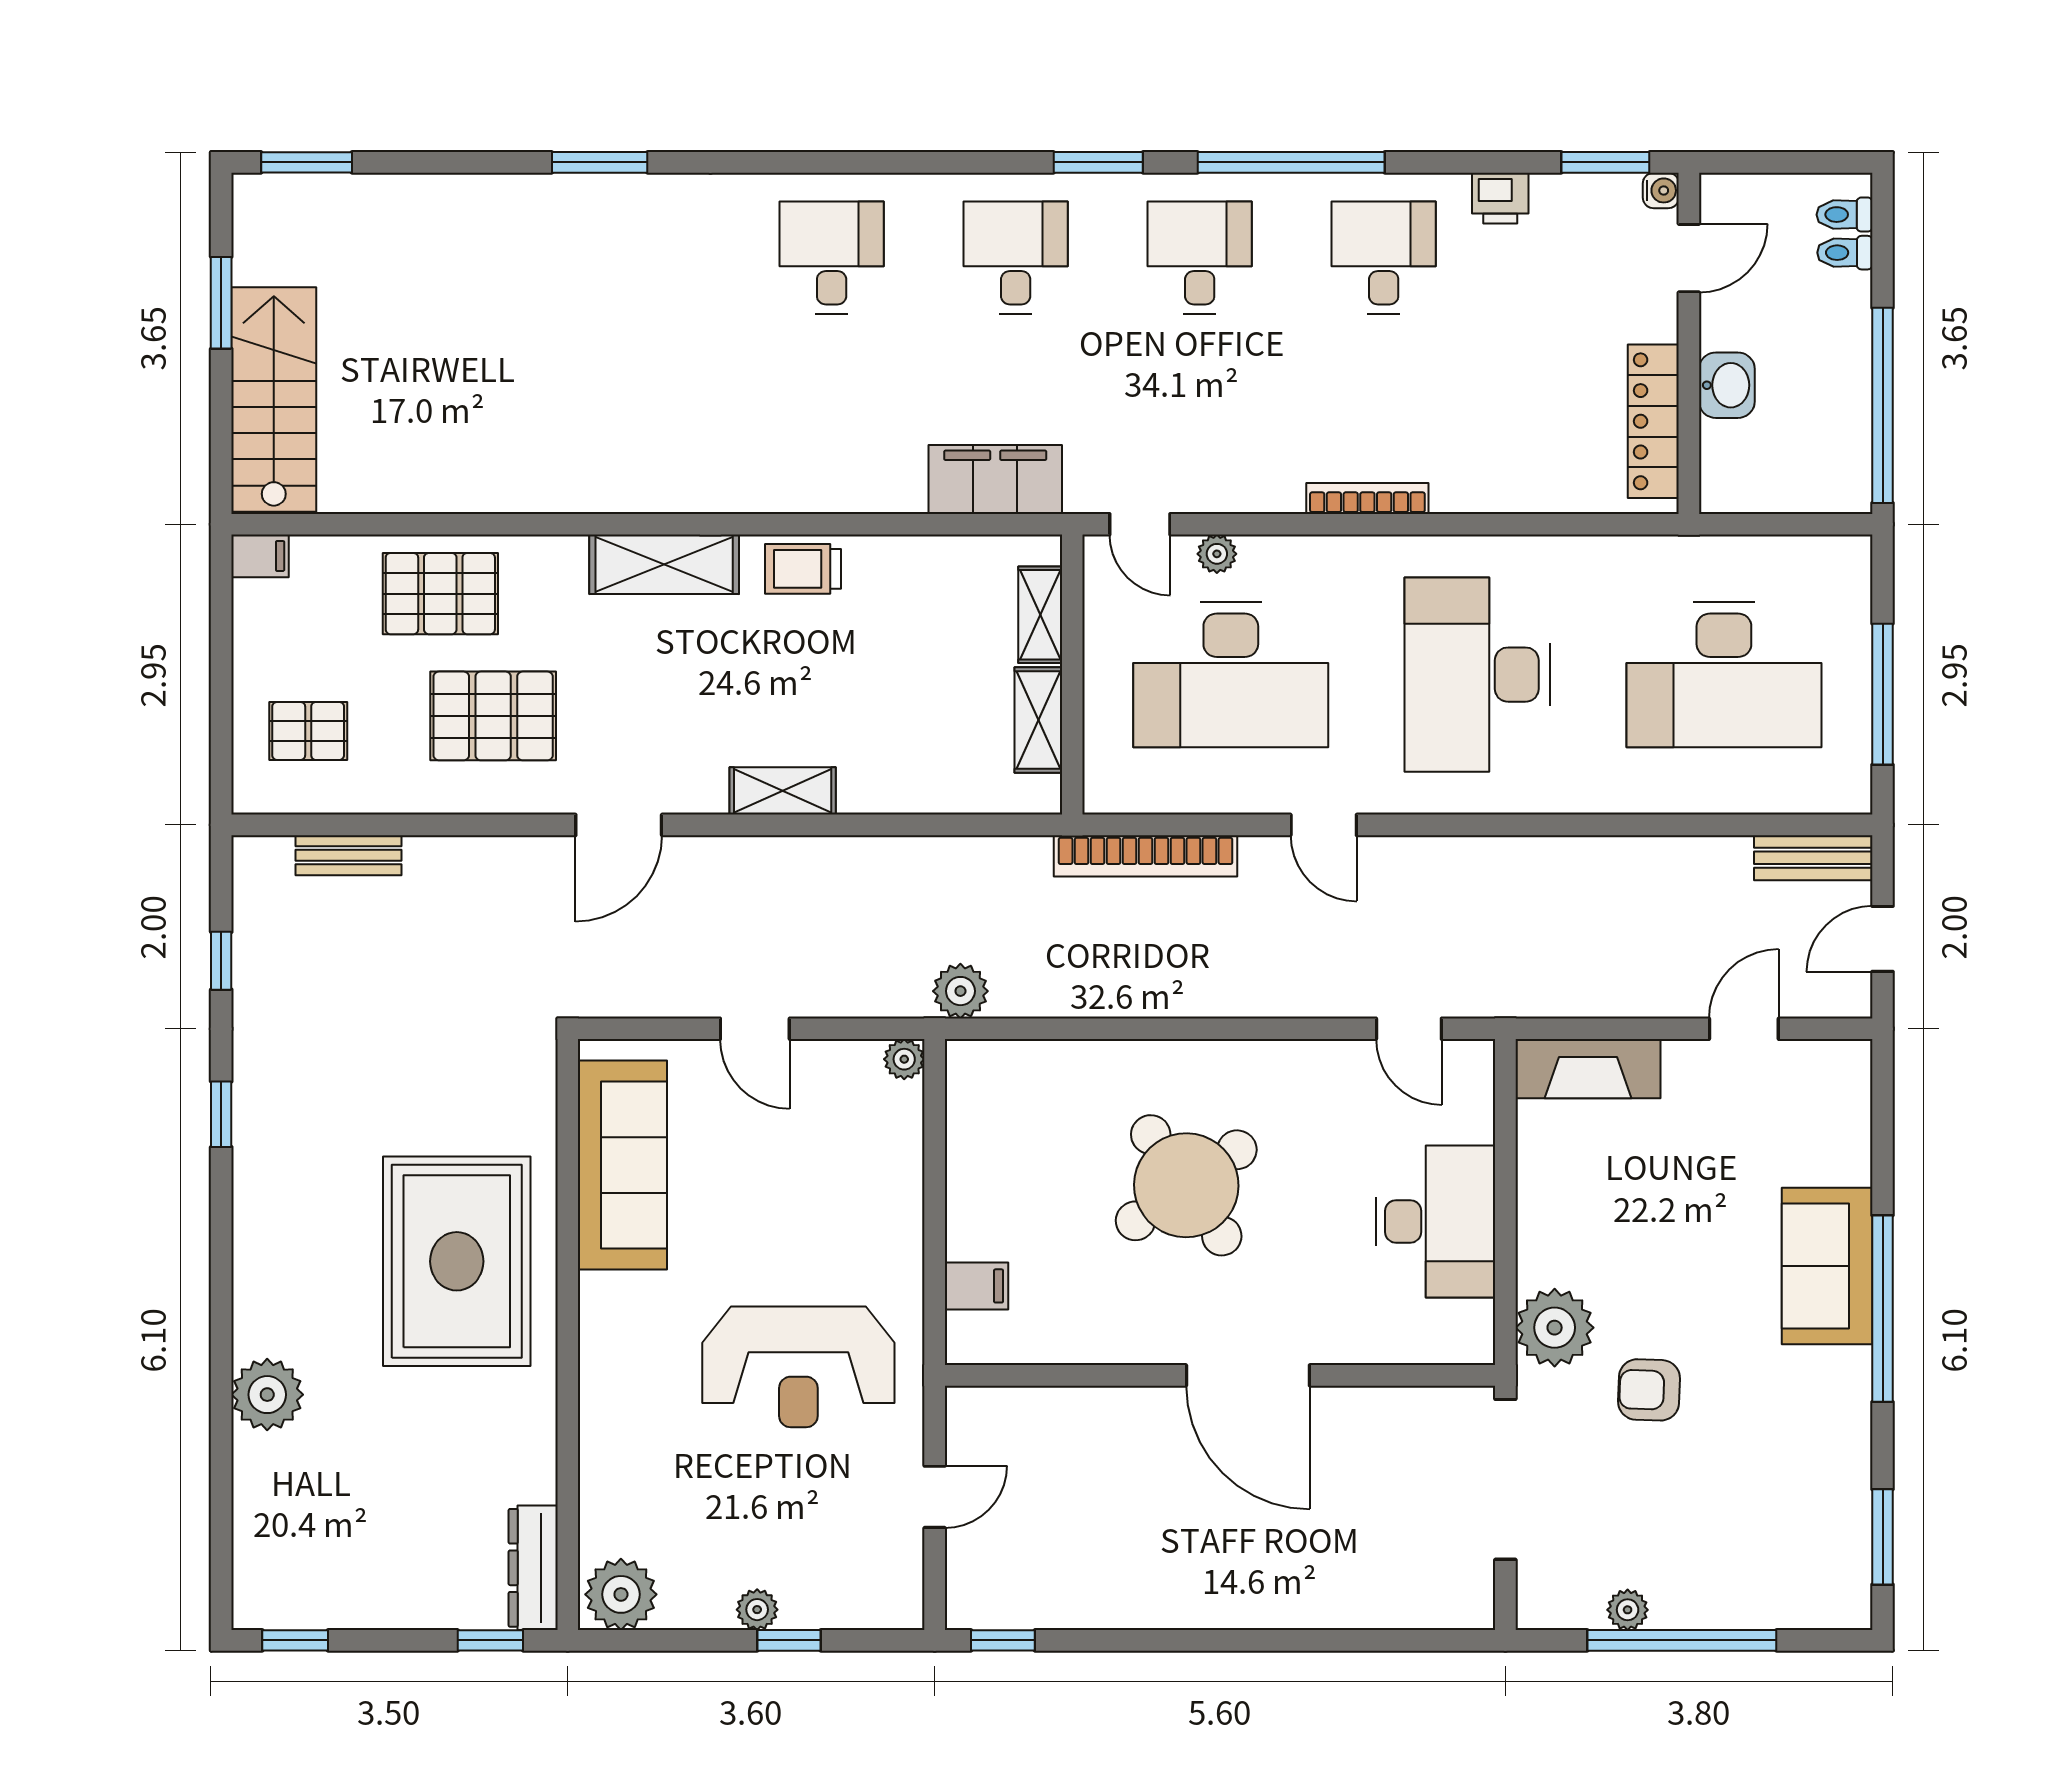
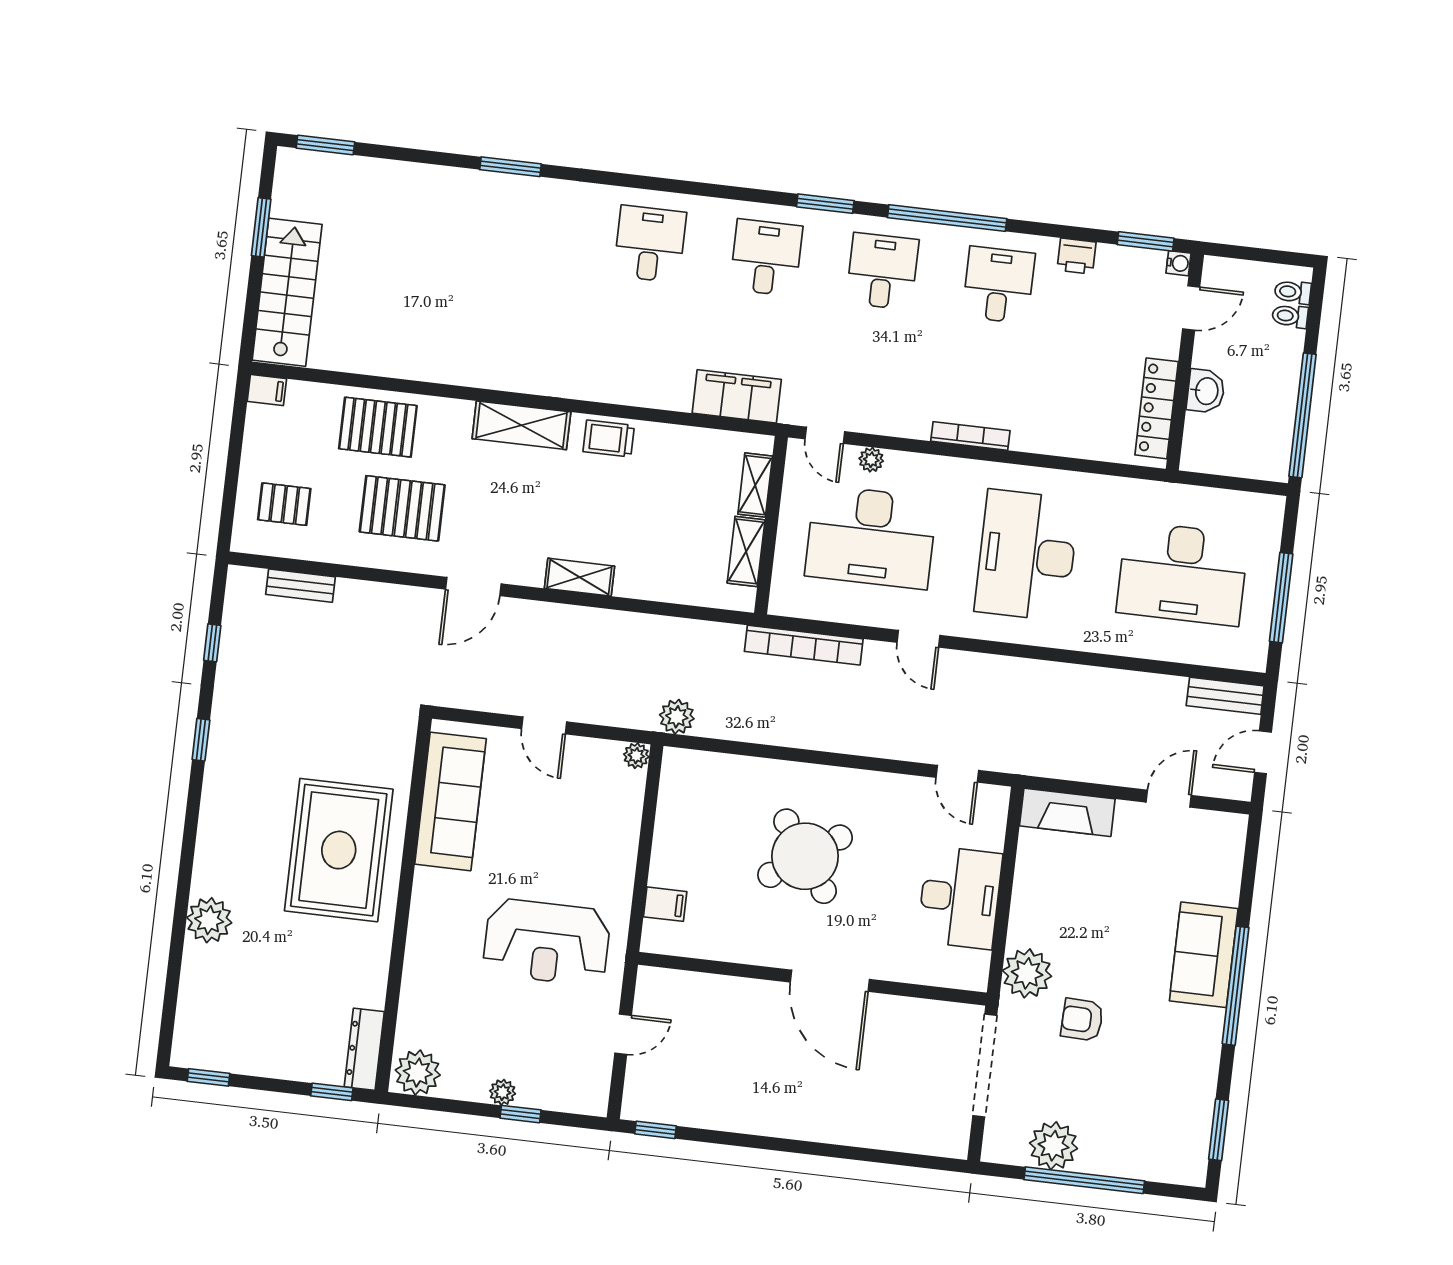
plant: (1628, 1610) -> (1054, 1146), width x1.87, depth x1.87

